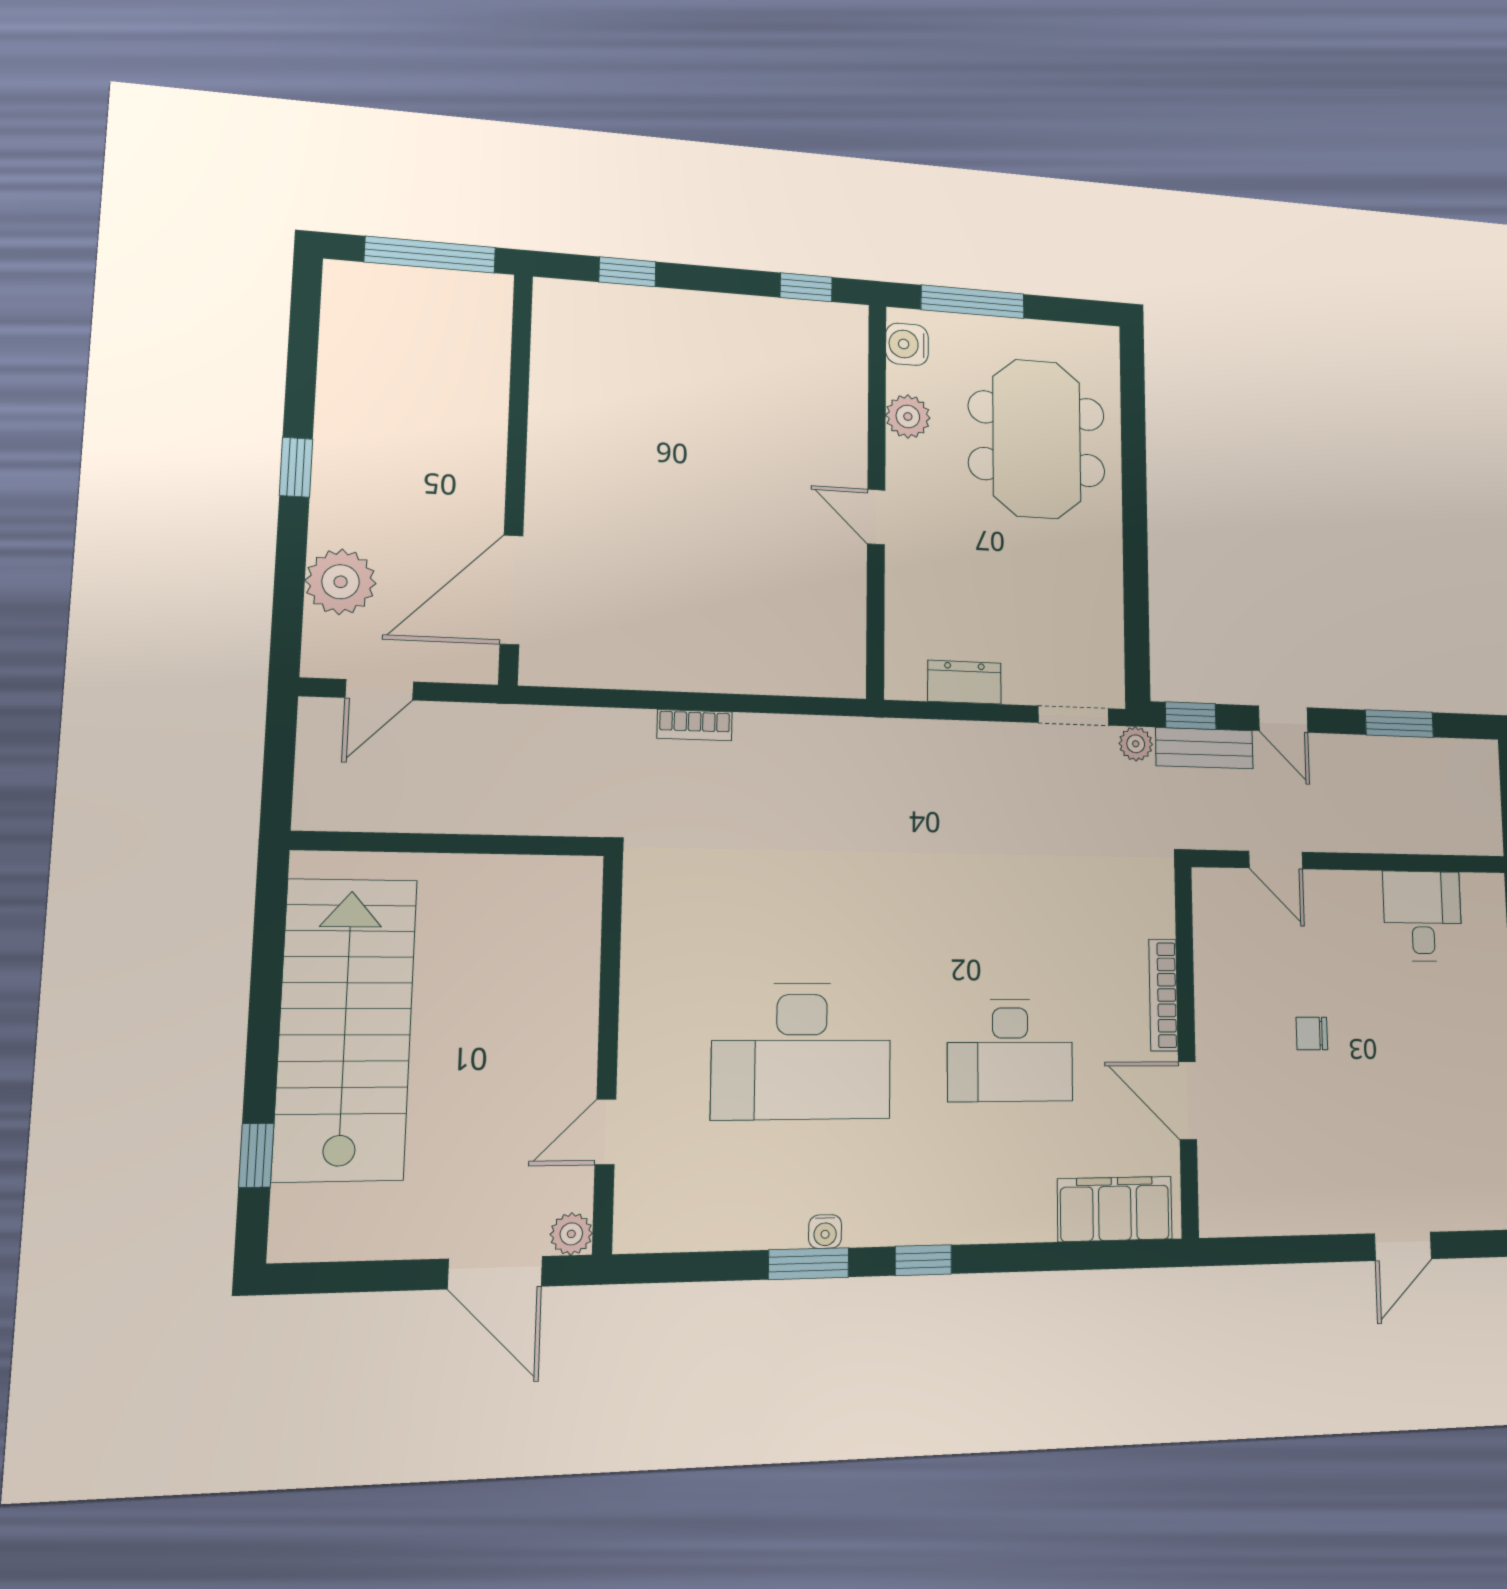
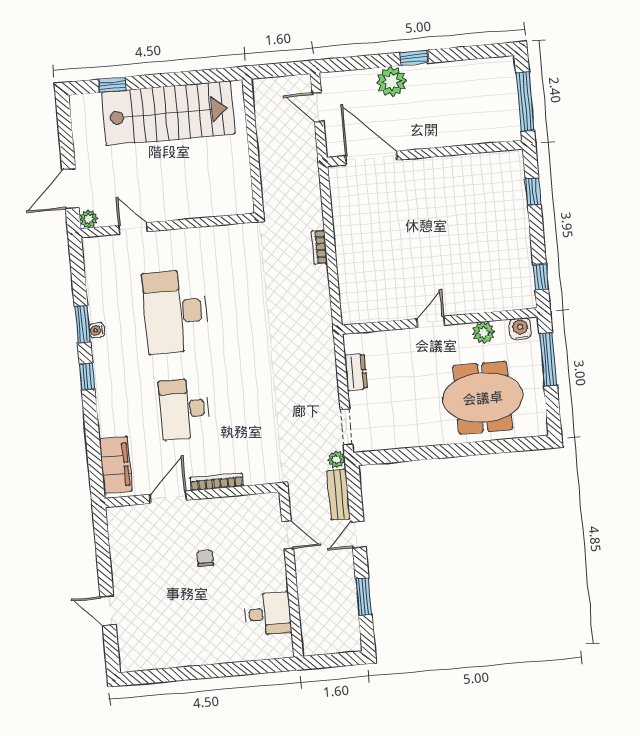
plant: (341, 582) -> (391, 82), moved
window: (1191, 716) -> (354, 486), removed
door: (1276, 860) -> (288, 535), swing flipped

